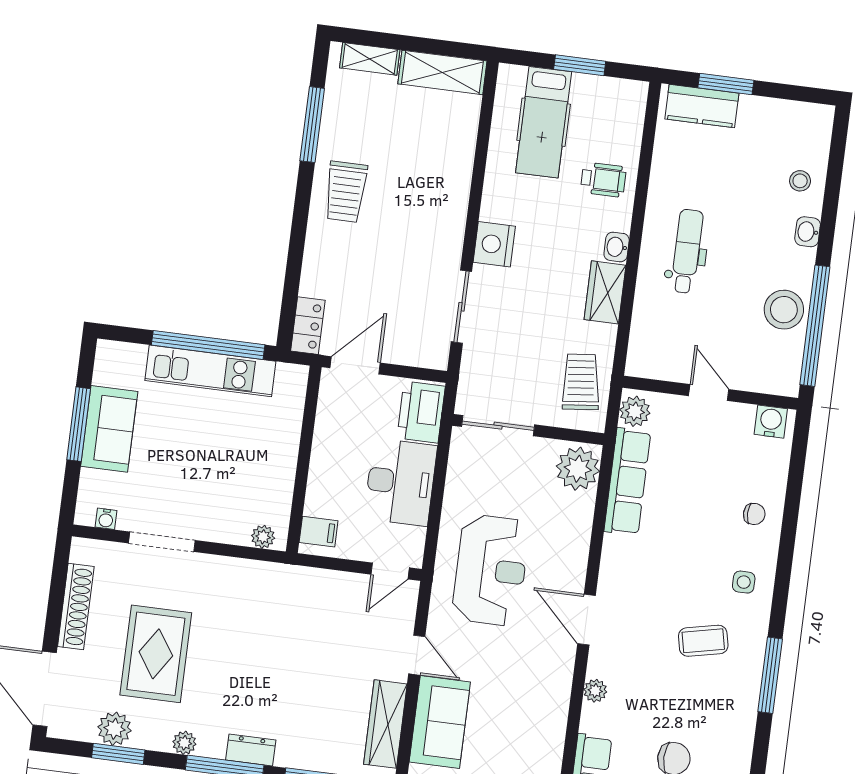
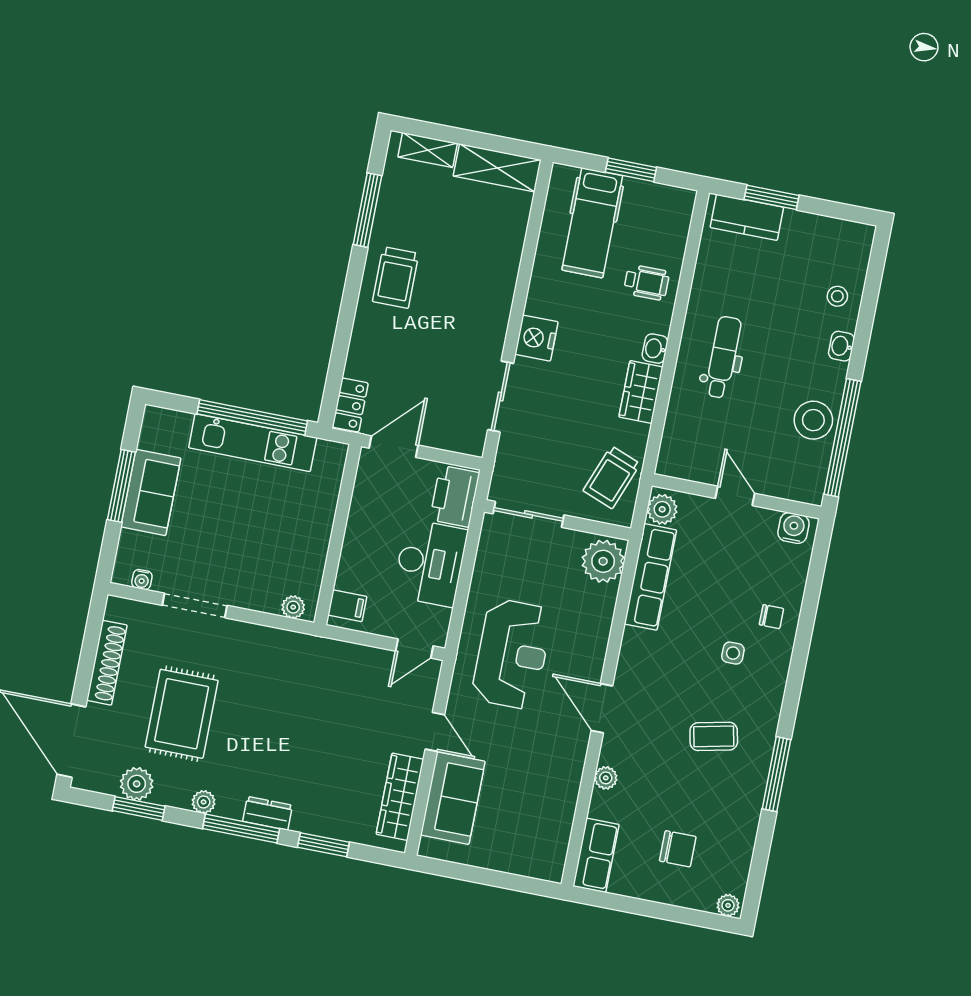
trolley: (581, 382) -> (612, 477), turned -153
side table: (744, 582) -> (733, 653), moved

